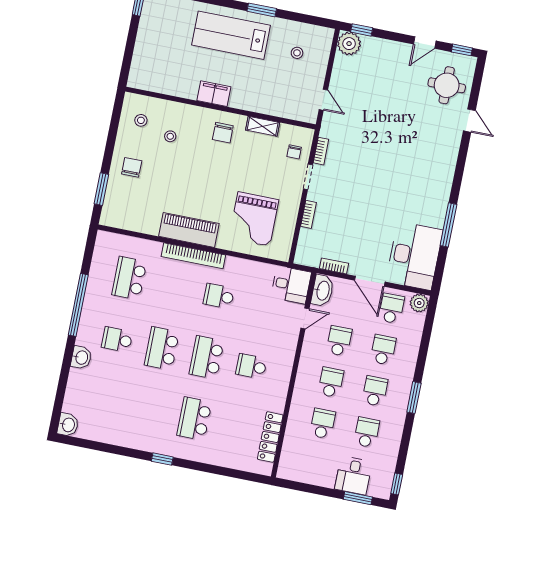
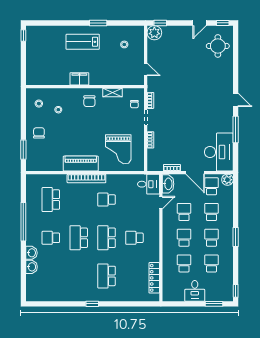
lab bench: (231, 35) -> (83, 42), width x0.73, depth x0.72
door: (469, 121) -> (236, 100), moved
washbasin: (68, 425) -> (32, 267), moved
desk: (353, 475) -> (195, 291), moved

